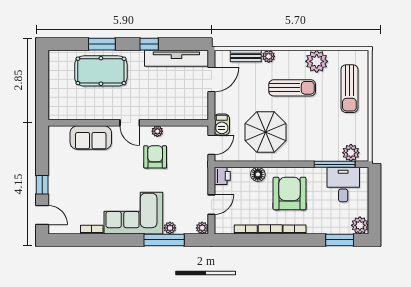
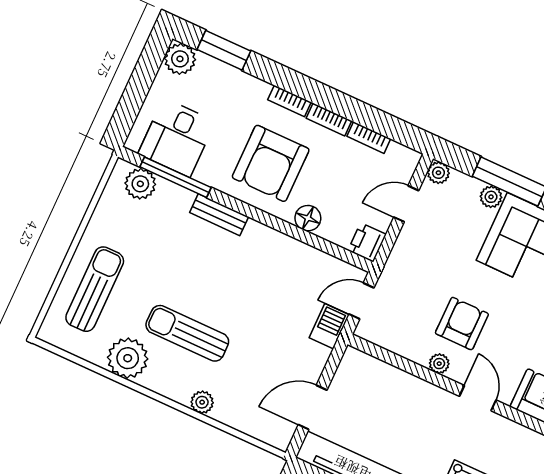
bench: (246, 56) -> (219, 215), moved
parasol: (266, 132) -> (264, 281), removed
armchair: (155, 157) -> (462, 324), turned 180

